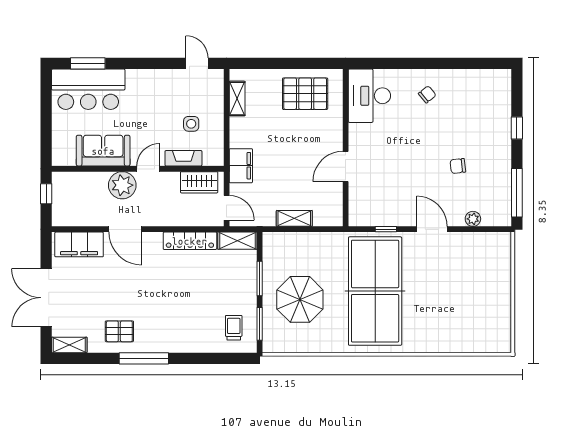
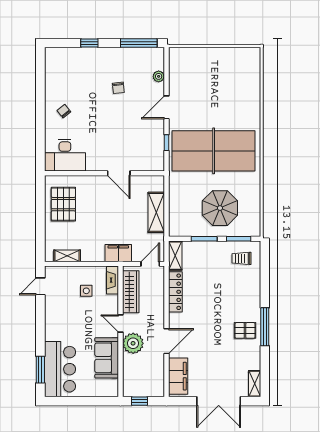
fireplace: (183, 158) -> (112, 280), moved
wardrobe: (199, 182) -> (131, 292), width x1.50
shelving: (294, 218) -> (156, 212), width x1.50, depth x1.33
pallet: (119, 331) -> (245, 330), moved, turned 90

